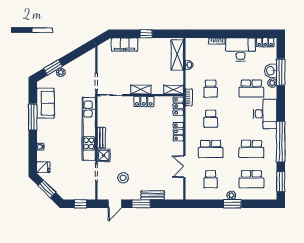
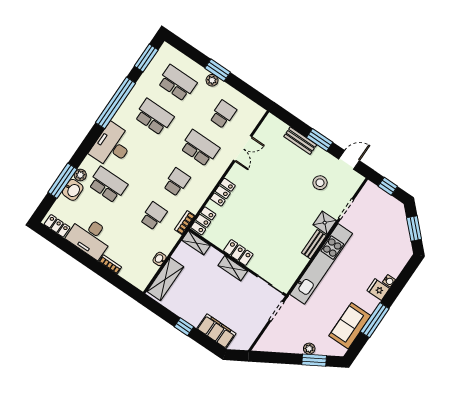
fridge: (43, 167) -> (378, 290), moved

